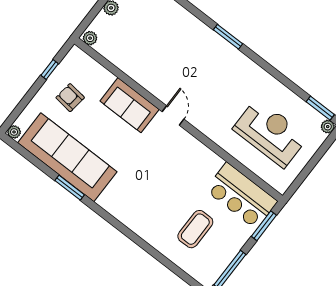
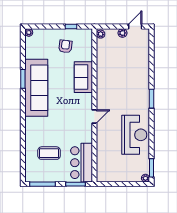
door: (173, 115) -> (94, 116), moved
reception desk: (270, 133) -> (134, 135), moved
sofa: (67, 157) -> (36, 88), moved

